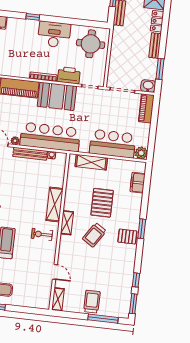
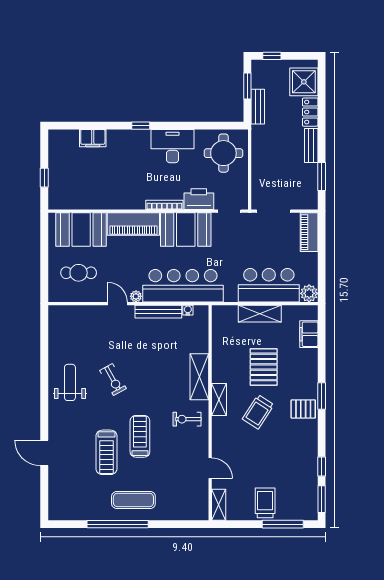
washbasin: (148, 86) -> (308, 201), removed
shelving: (91, 162) -> (260, 314), moved

